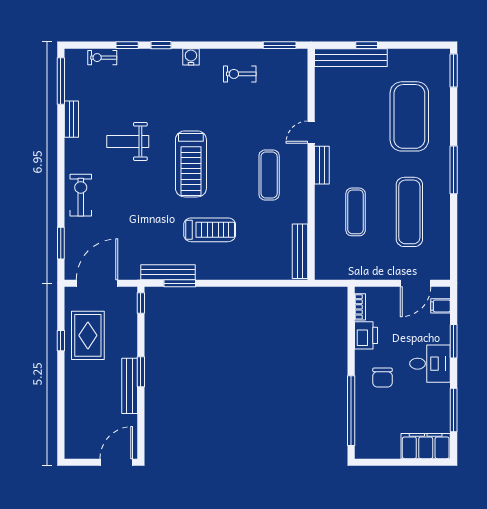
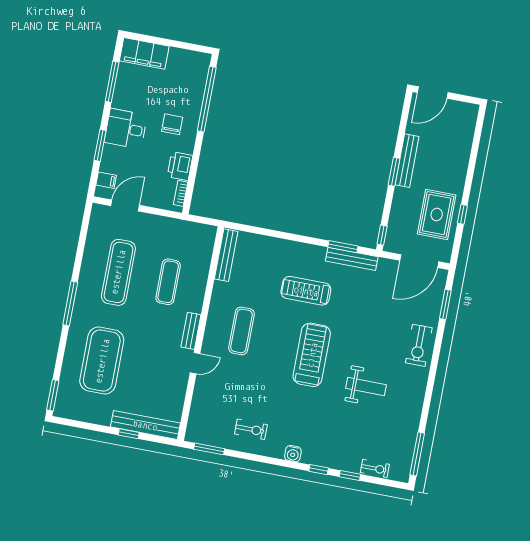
bench: (71, 119) -> (414, 417), removed

